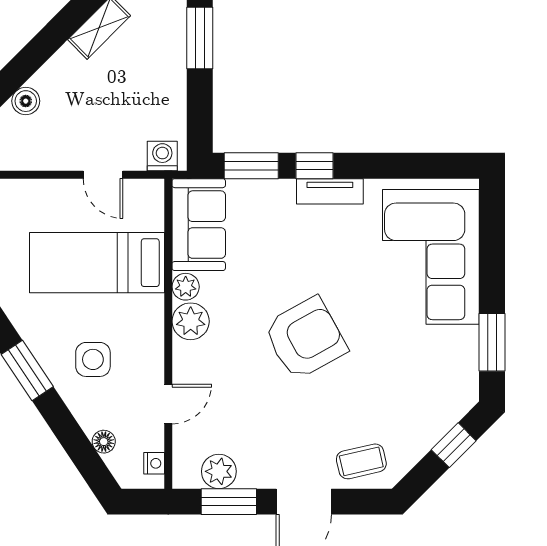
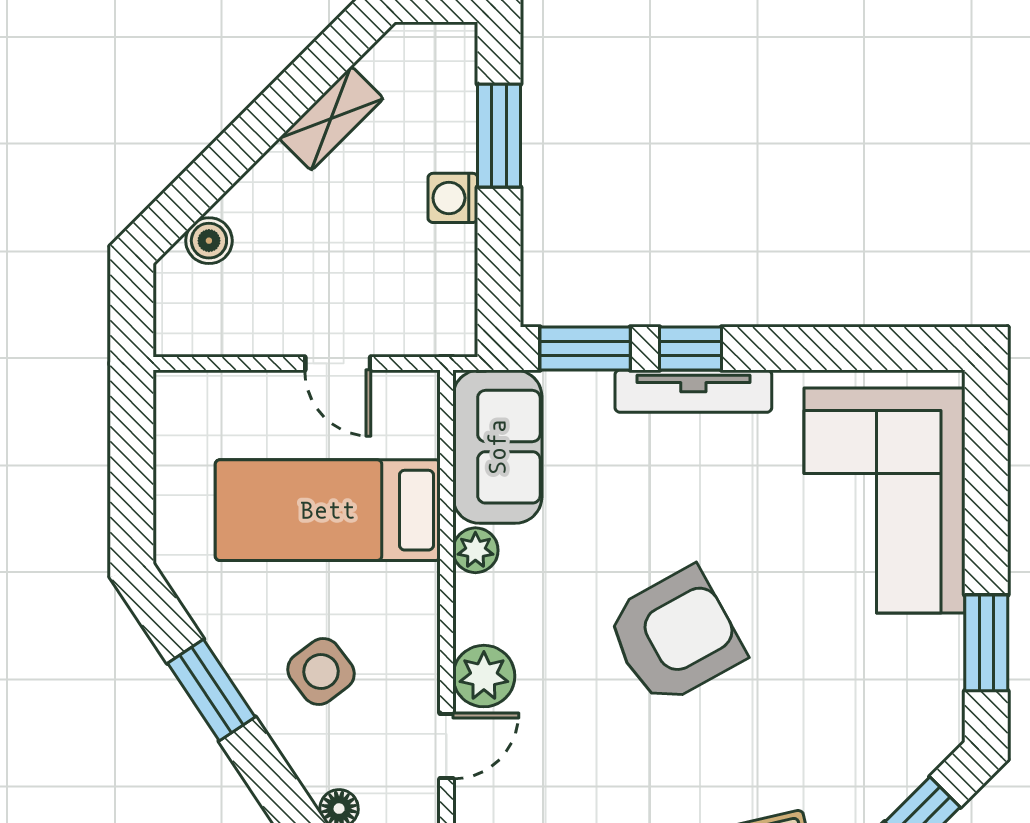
washing machine: (162, 156) -> (453, 198), moved, turned -90
tv unit: (330, 191) -> (693, 391), width x1.41
plant: (191, 321) -> (484, 676), moved
side table: (93, 359) -> (321, 672), turned -37

